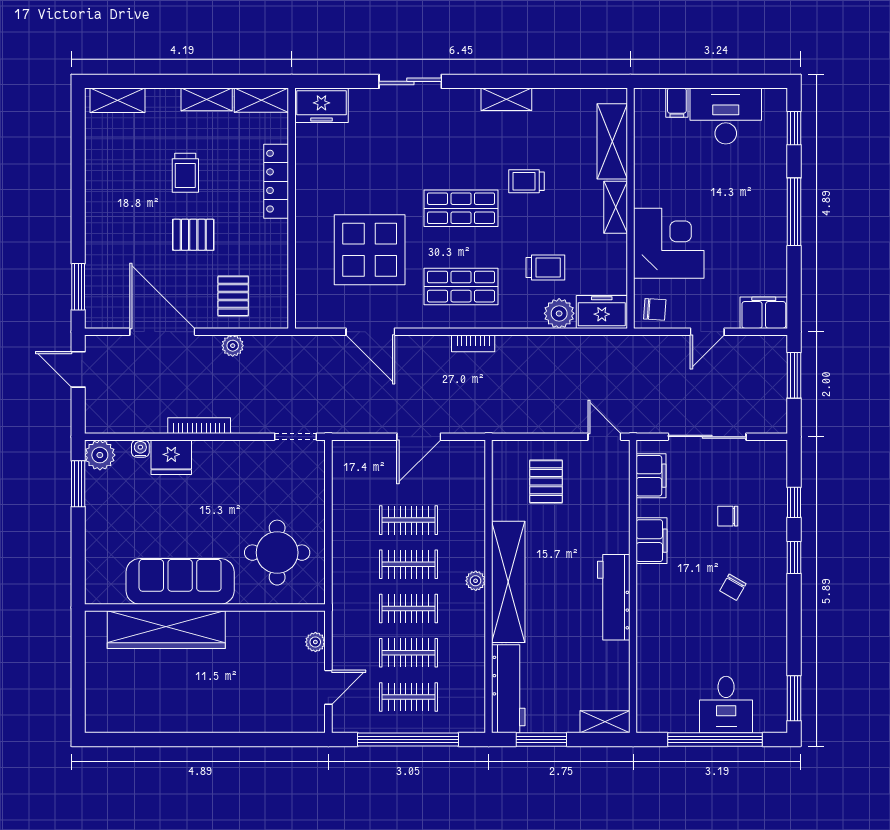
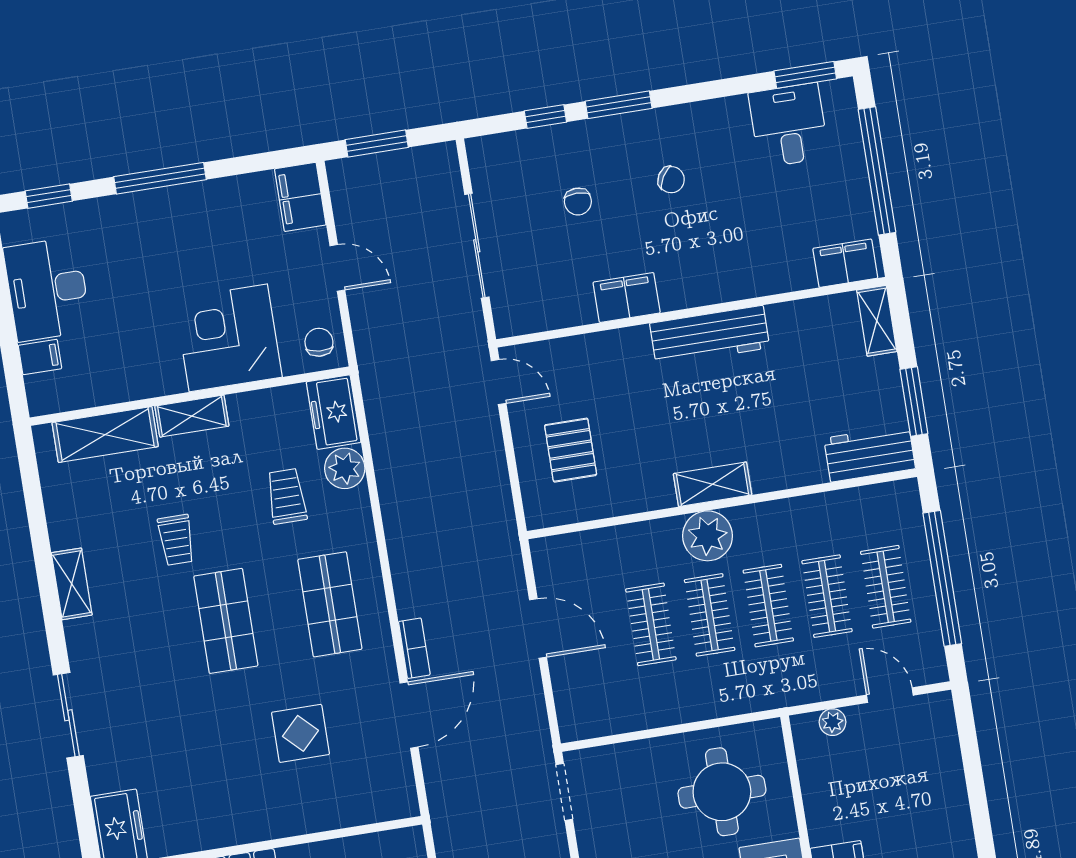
display table: (370, 250) -> (300, 733), width x0.54, depth x0.54
bookcase: (473, 343) -> (414, 648), moved
door: (604, 437) -> (499, 382), swing flipped
filing cabinet: (651, 476) -> (845, 263), moved
pallet: (546, 482) -> (571, 450), turned 90
window: (794, 557) -> (619, 105), width x1.50
plant: (476, 581) -> (708, 536), width x1.87, depth x1.87
shelving: (508, 582) -> (713, 484), width x0.45, depth x0.75
workbench: (508, 689) -> (870, 453), width x0.73
desk: (726, 705) -> (789, 125), moved, turned -90

